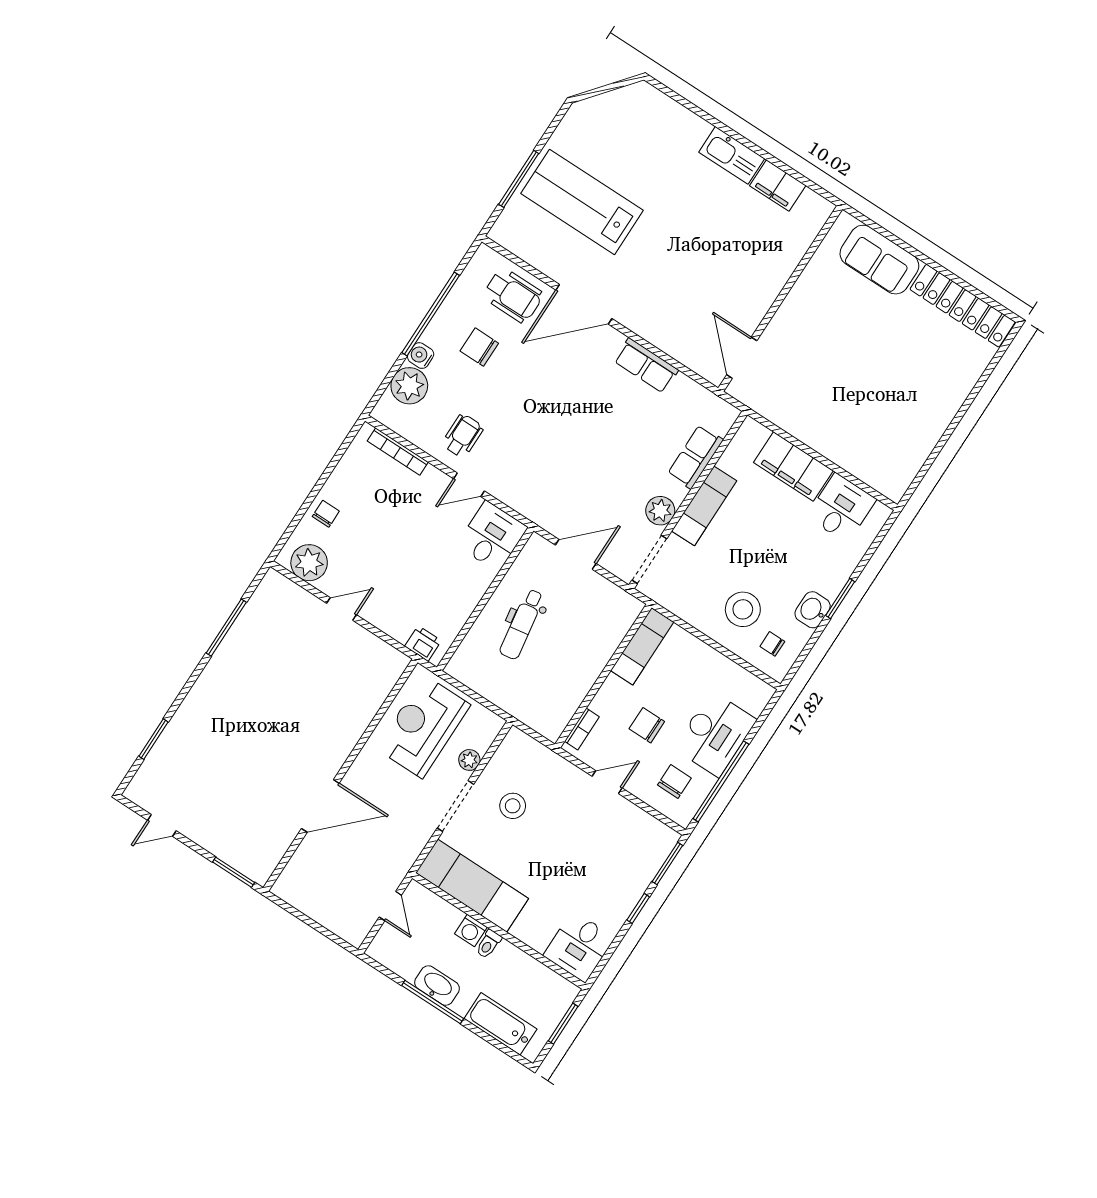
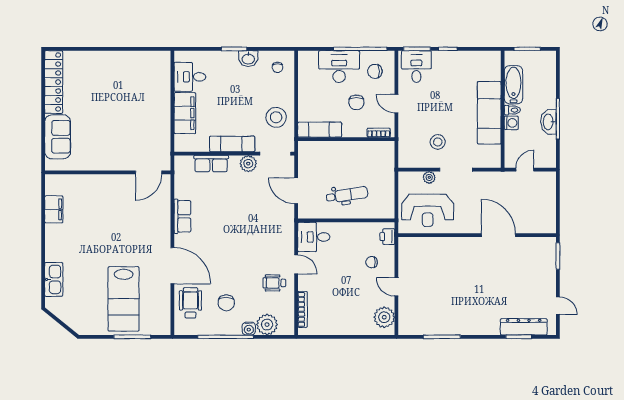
kitchen sink: (732, 155) -> (54, 279), moved
chair: (326, 514) -> (372, 262), moved
stool: (743, 609) -> (276, 117), moved
dresser: (163, 756) -> (524, 327), added
exam couch: (472, 886) -> (489, 113), moved
desk: (579, 947) -> (416, 67), moved, turned -90
bathtub: (501, 1024) -> (513, 85), moved, turned 180

